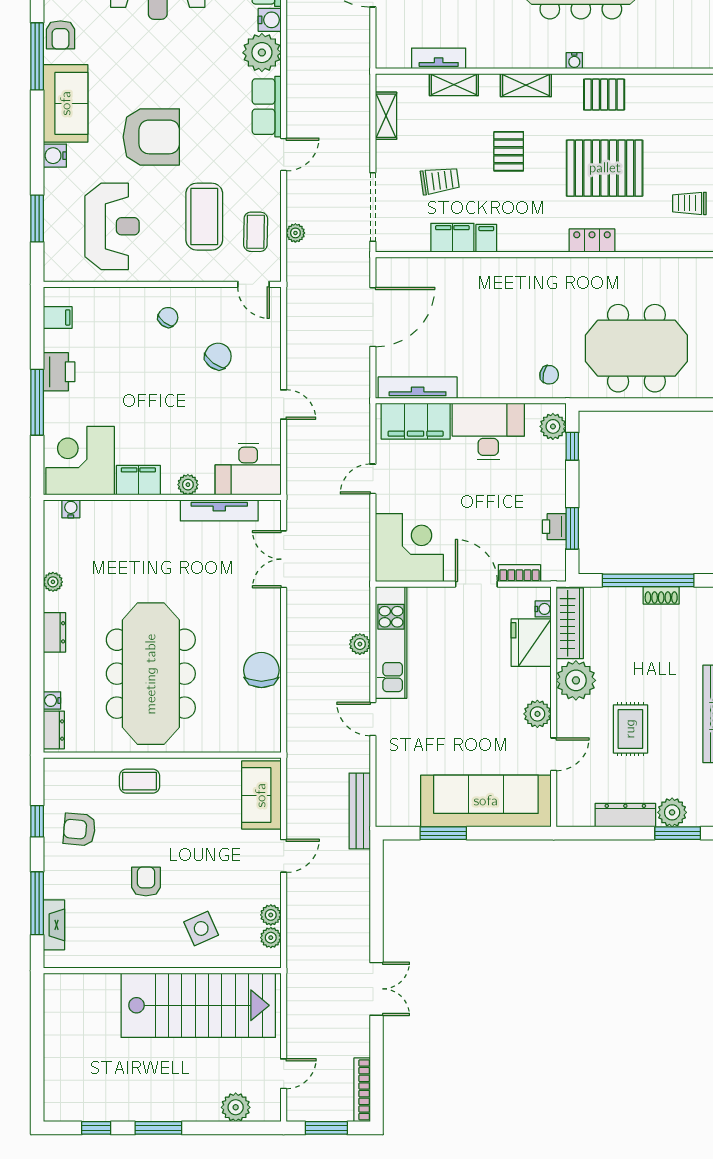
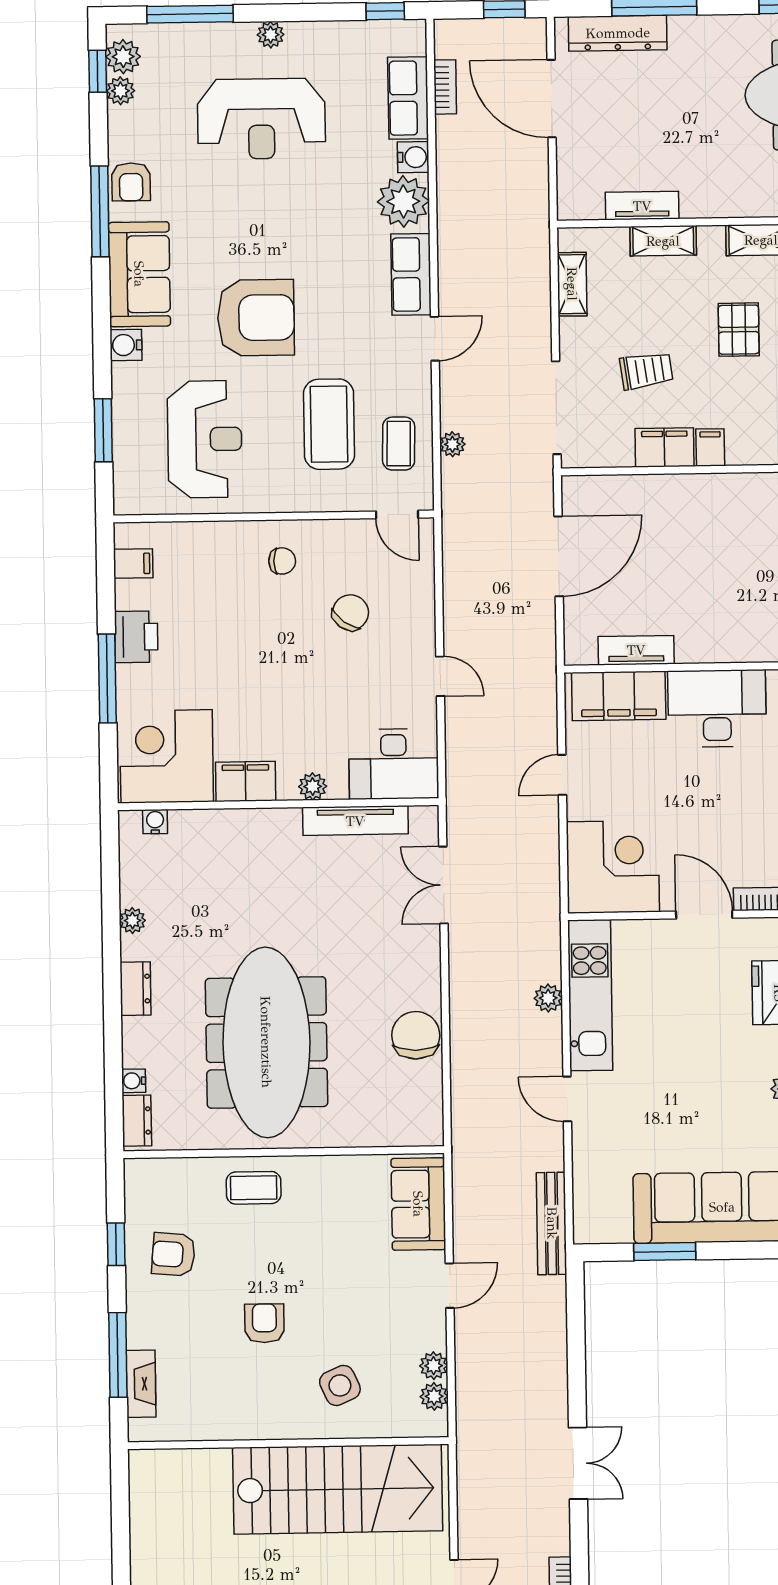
chair: (168, 317) -> (282, 561), turned 52
tv unit: (418, 388) -> (636, 650), width x0.71

